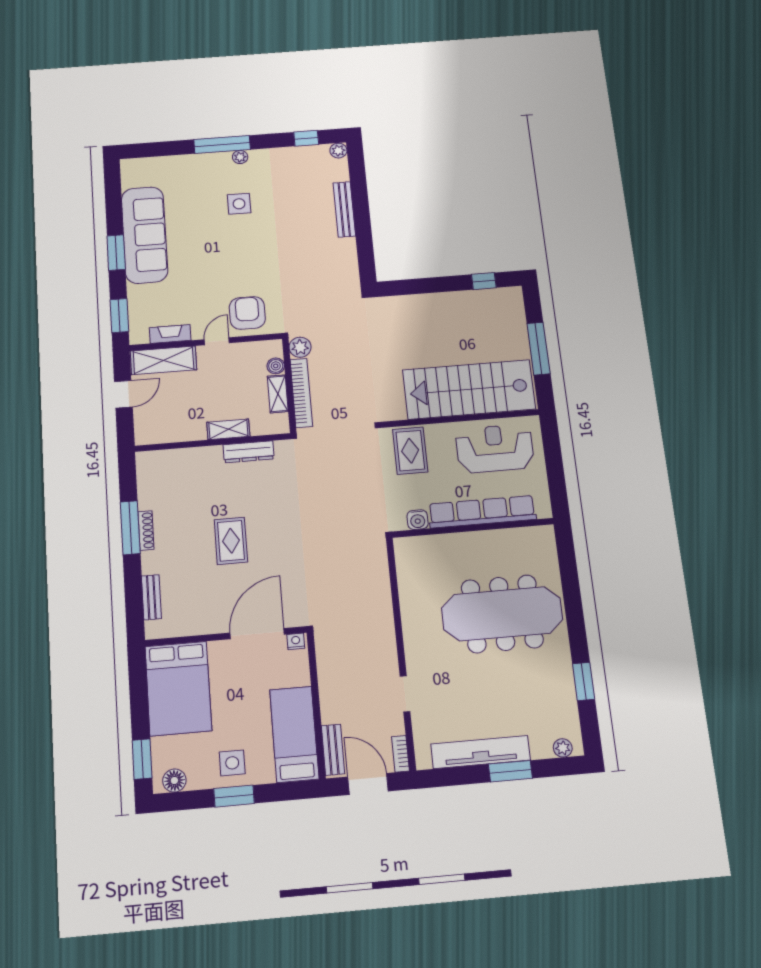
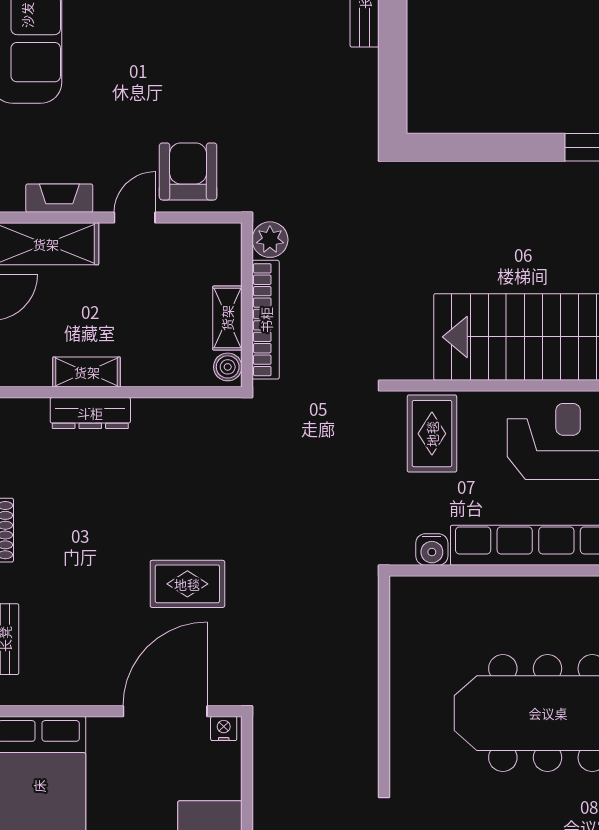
boiler: (276, 366) -> (228, 367), moved
shelving: (228, 429) -> (87, 372), moved
dresser: (249, 452) -> (90, 413), moved
rug: (231, 541) -> (187, 584), moved, turned 90

